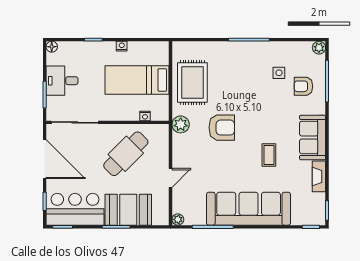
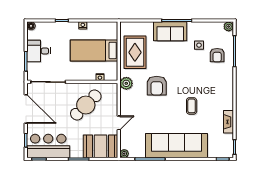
armchair: (303, 86) -> (217, 55), turned -90
armchair: (222, 128) -> (157, 86), turned 90
sofa: (313, 137) -> (170, 31), moved, turned -90
booth: (128, 210) -> (101, 146), moved

